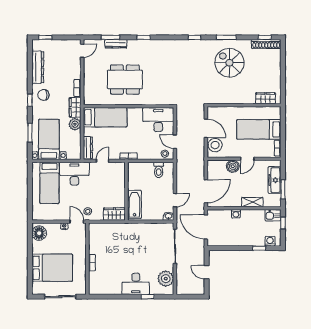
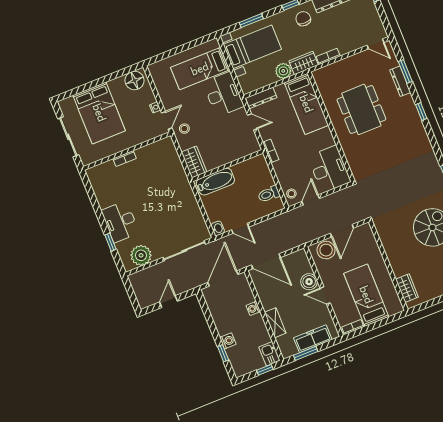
washing machine: (270, 241) -> (228, 341), moved

